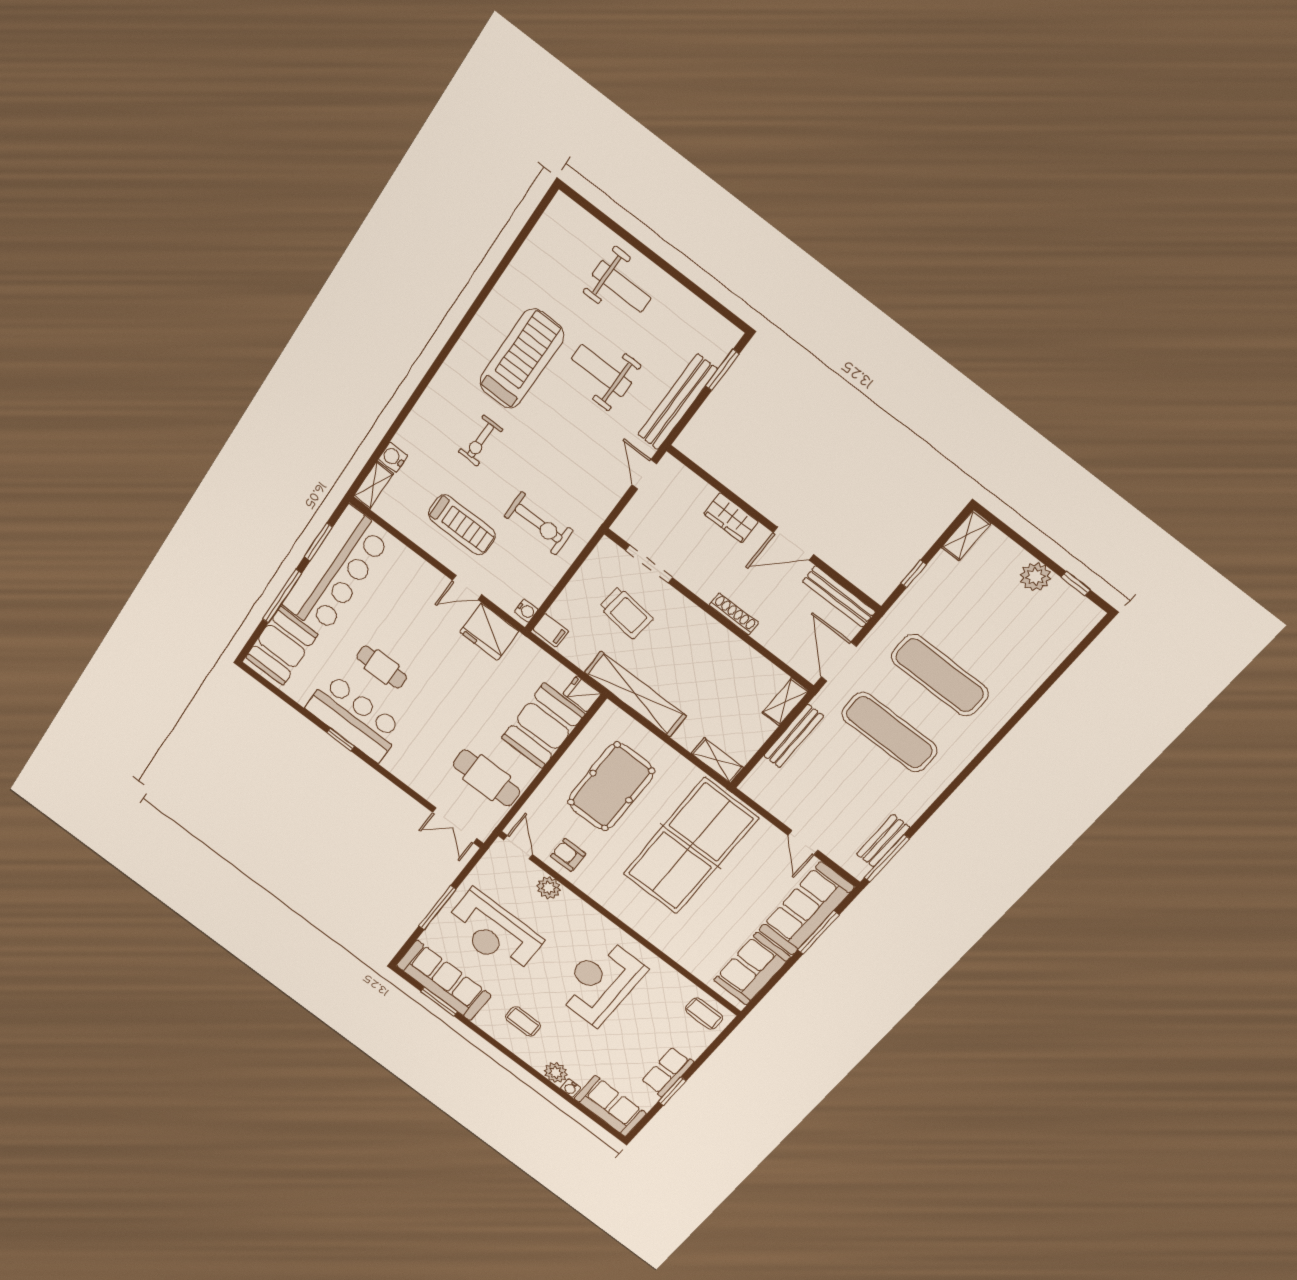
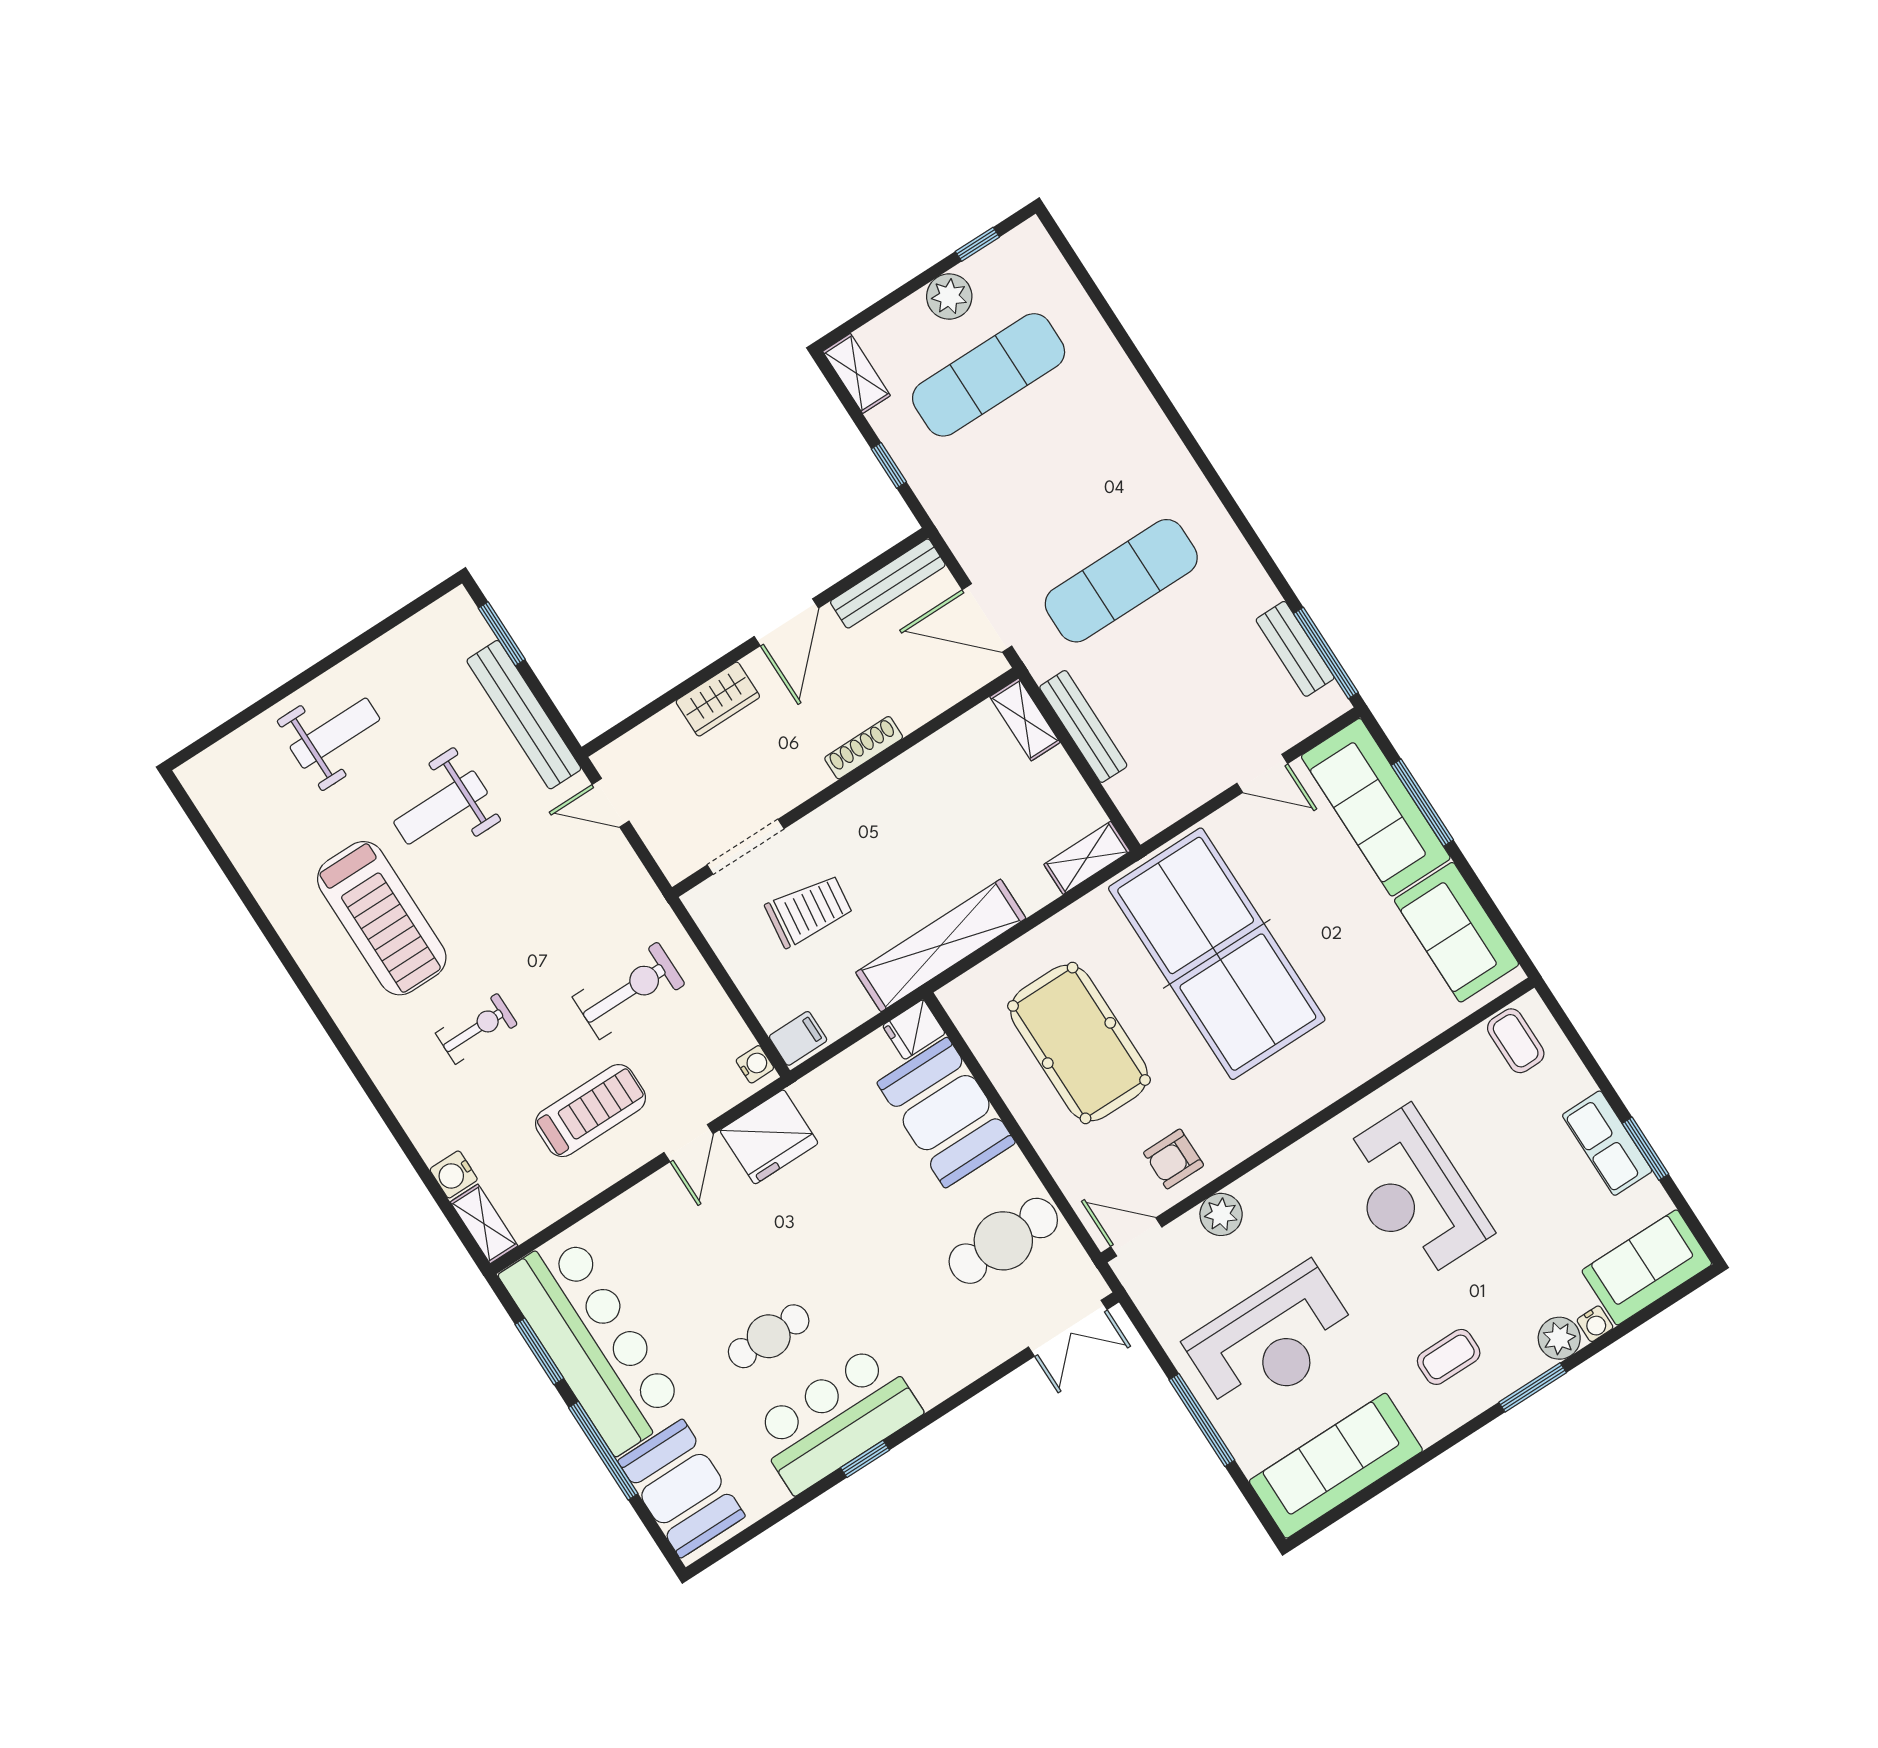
treadmill: (522, 359) -> (382, 918), turned 180
exercise bike: (480, 441) -> (476, 1029), turned -90
exercise mat: (940, 675) -> (989, 375), moved
window: (439, 1002) -> (1533, 1387), moved
coffee table: (704, 1013) -> (1516, 1041), turned 90

